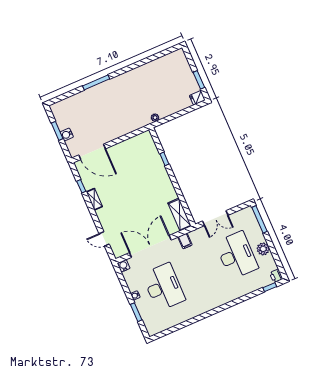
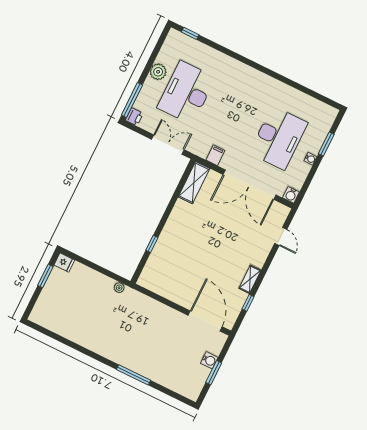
printer: (276, 276) -> (134, 117), moved
desk: (164, 287) -> (278, 138), turned 180

